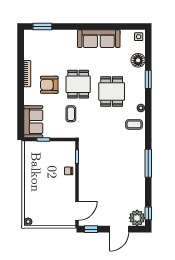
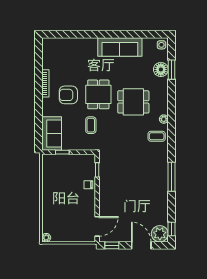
window: (42, 27) -> (61, 34), removed
window: (148, 79) -> (171, 70), moved
dining table: (112, 91) -> (133, 102), turned 90
door: (119, 229) -> (141, 245), swing flipped

